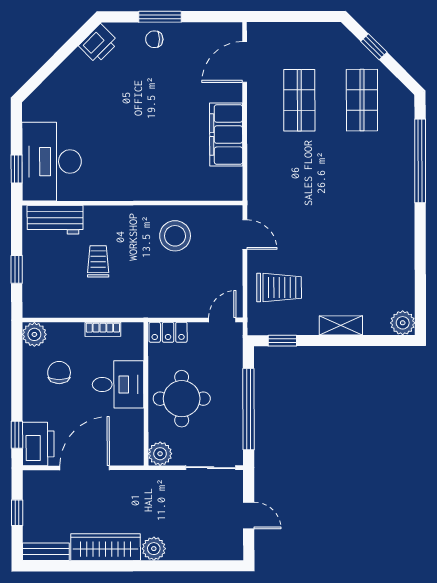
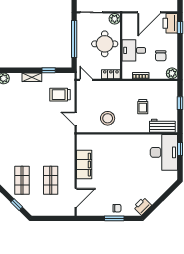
door: (222, 320) -> (86, 80), swing flipped
window: (282, 341) -> (49, 70), moved

